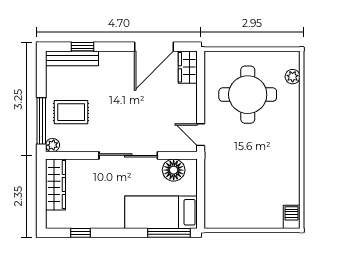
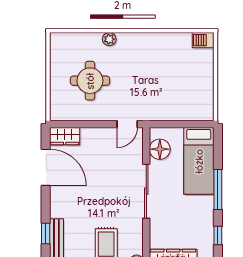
plant: (293, 77) -> (109, 39), moved
round table: (248, 95) -> (90, 81), width x0.73, depth x0.73
window: (169, 233) -> (218, 189), moved

